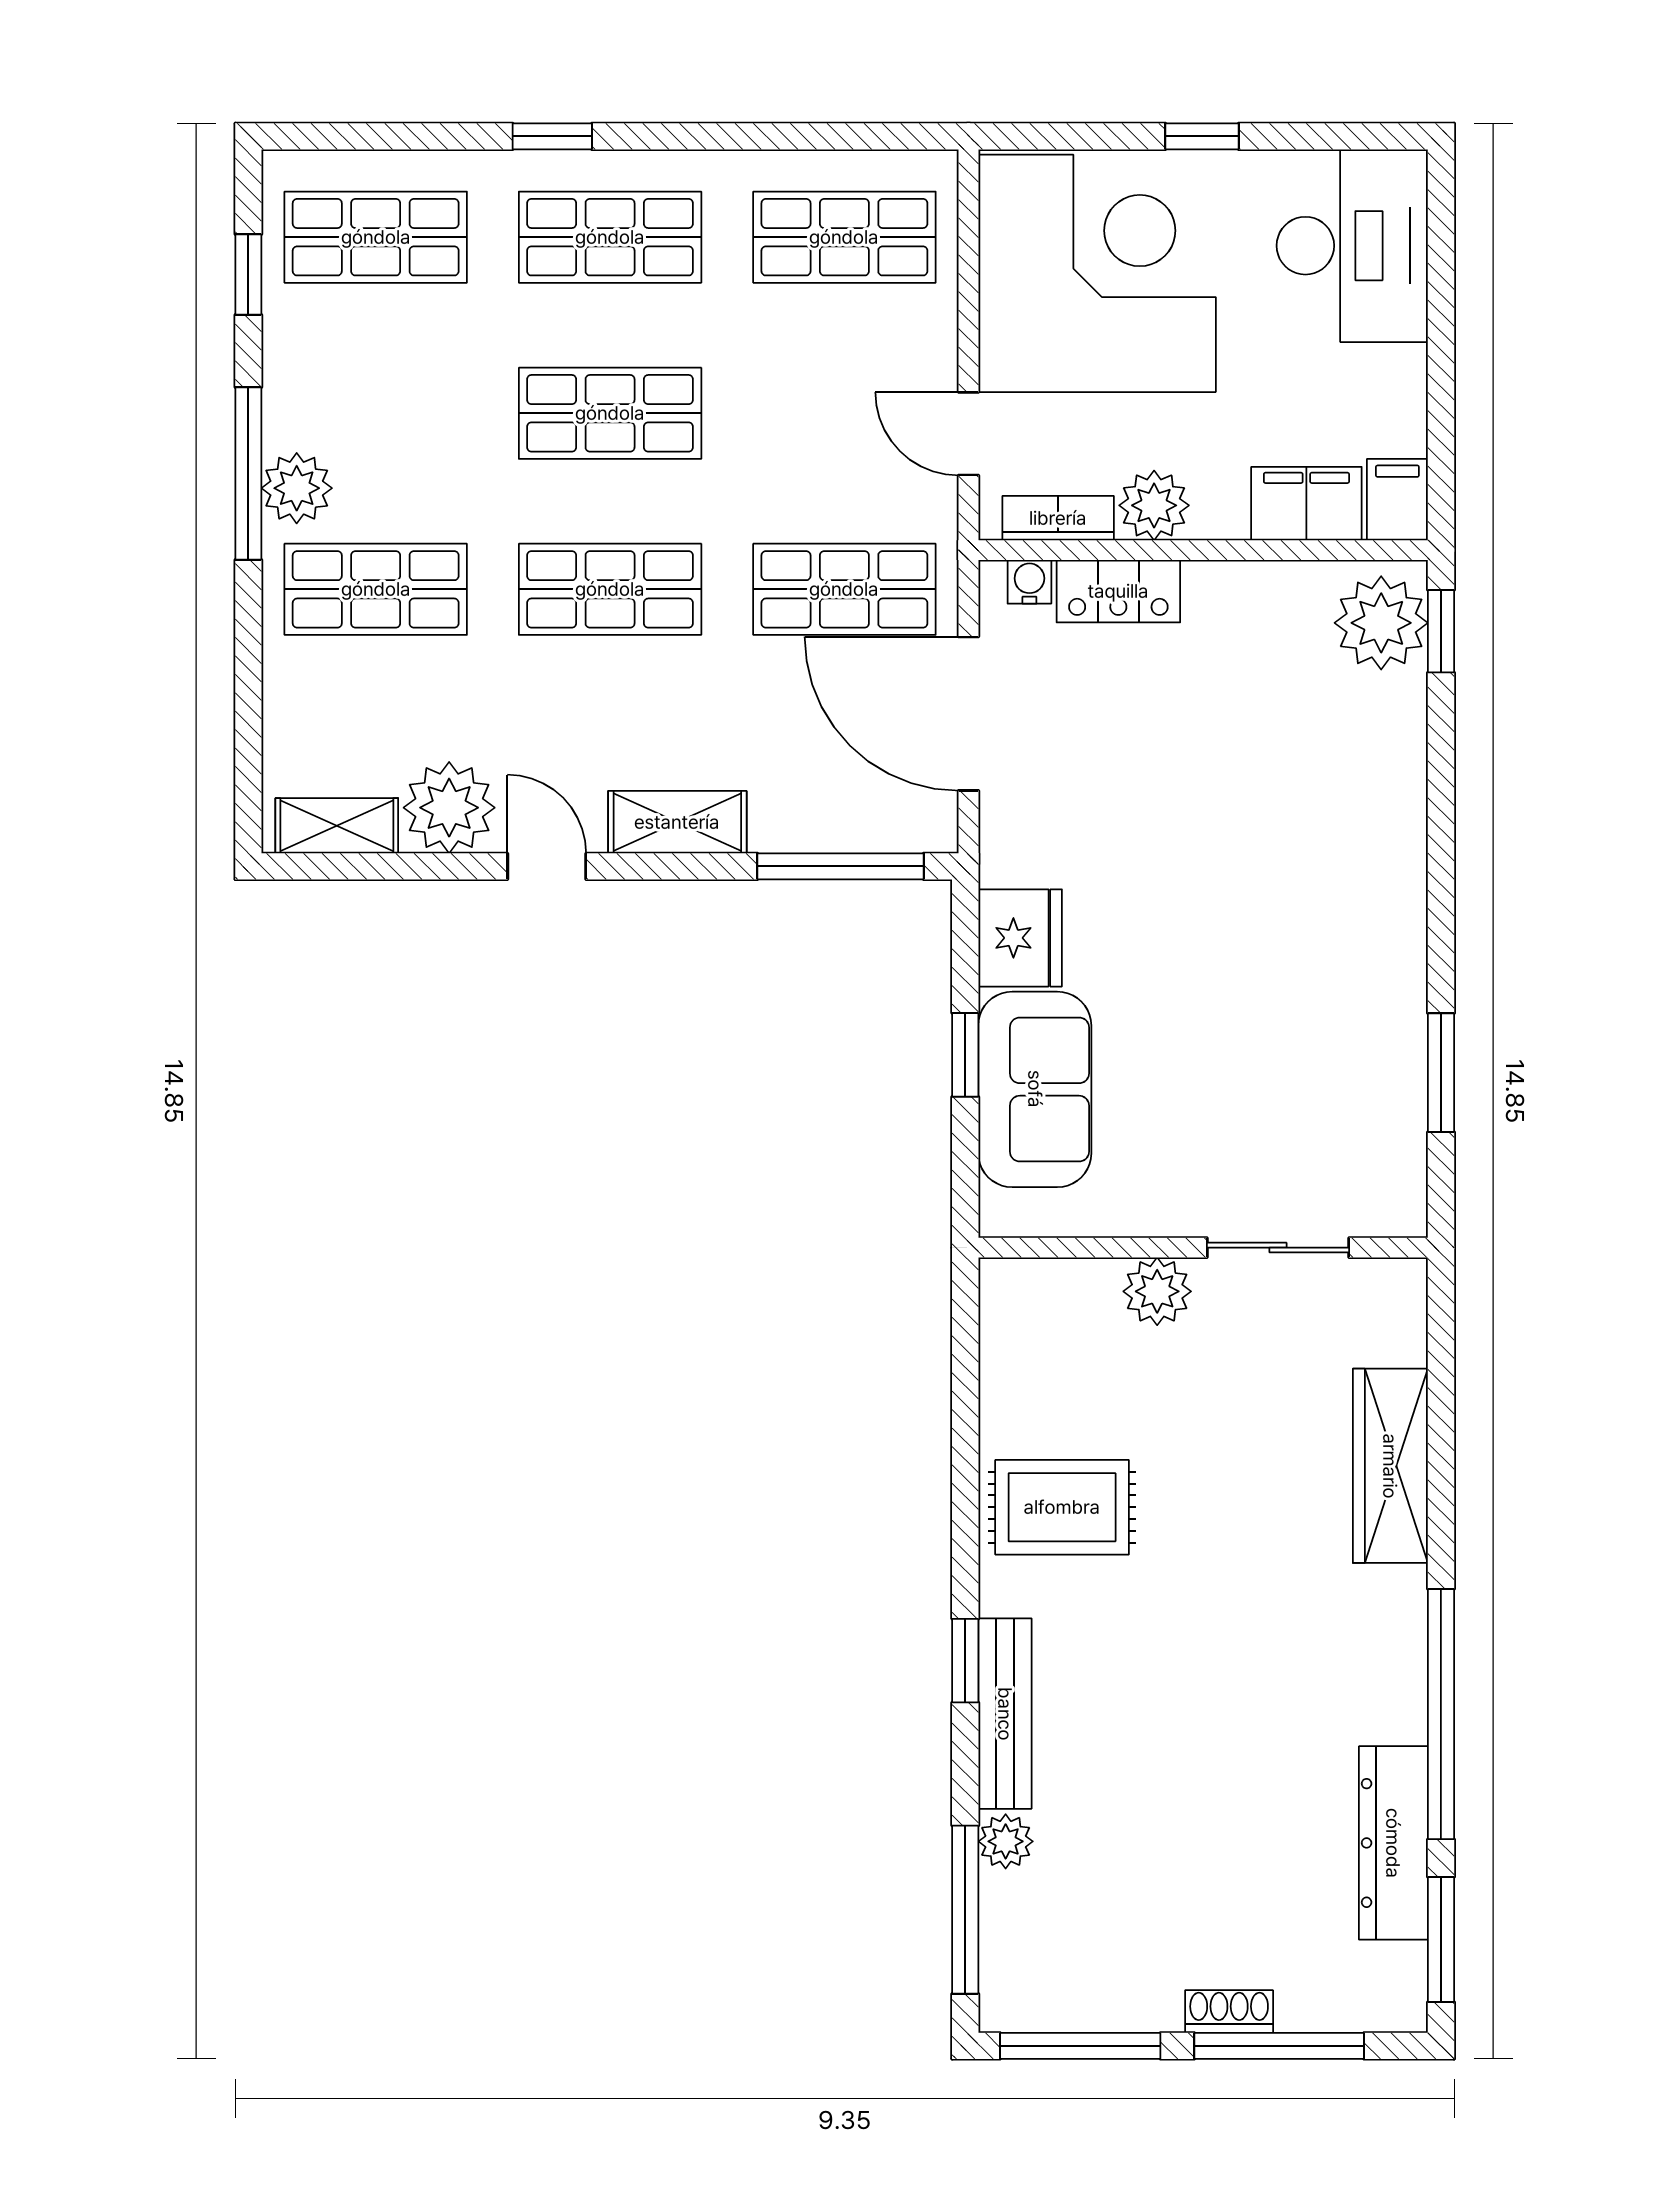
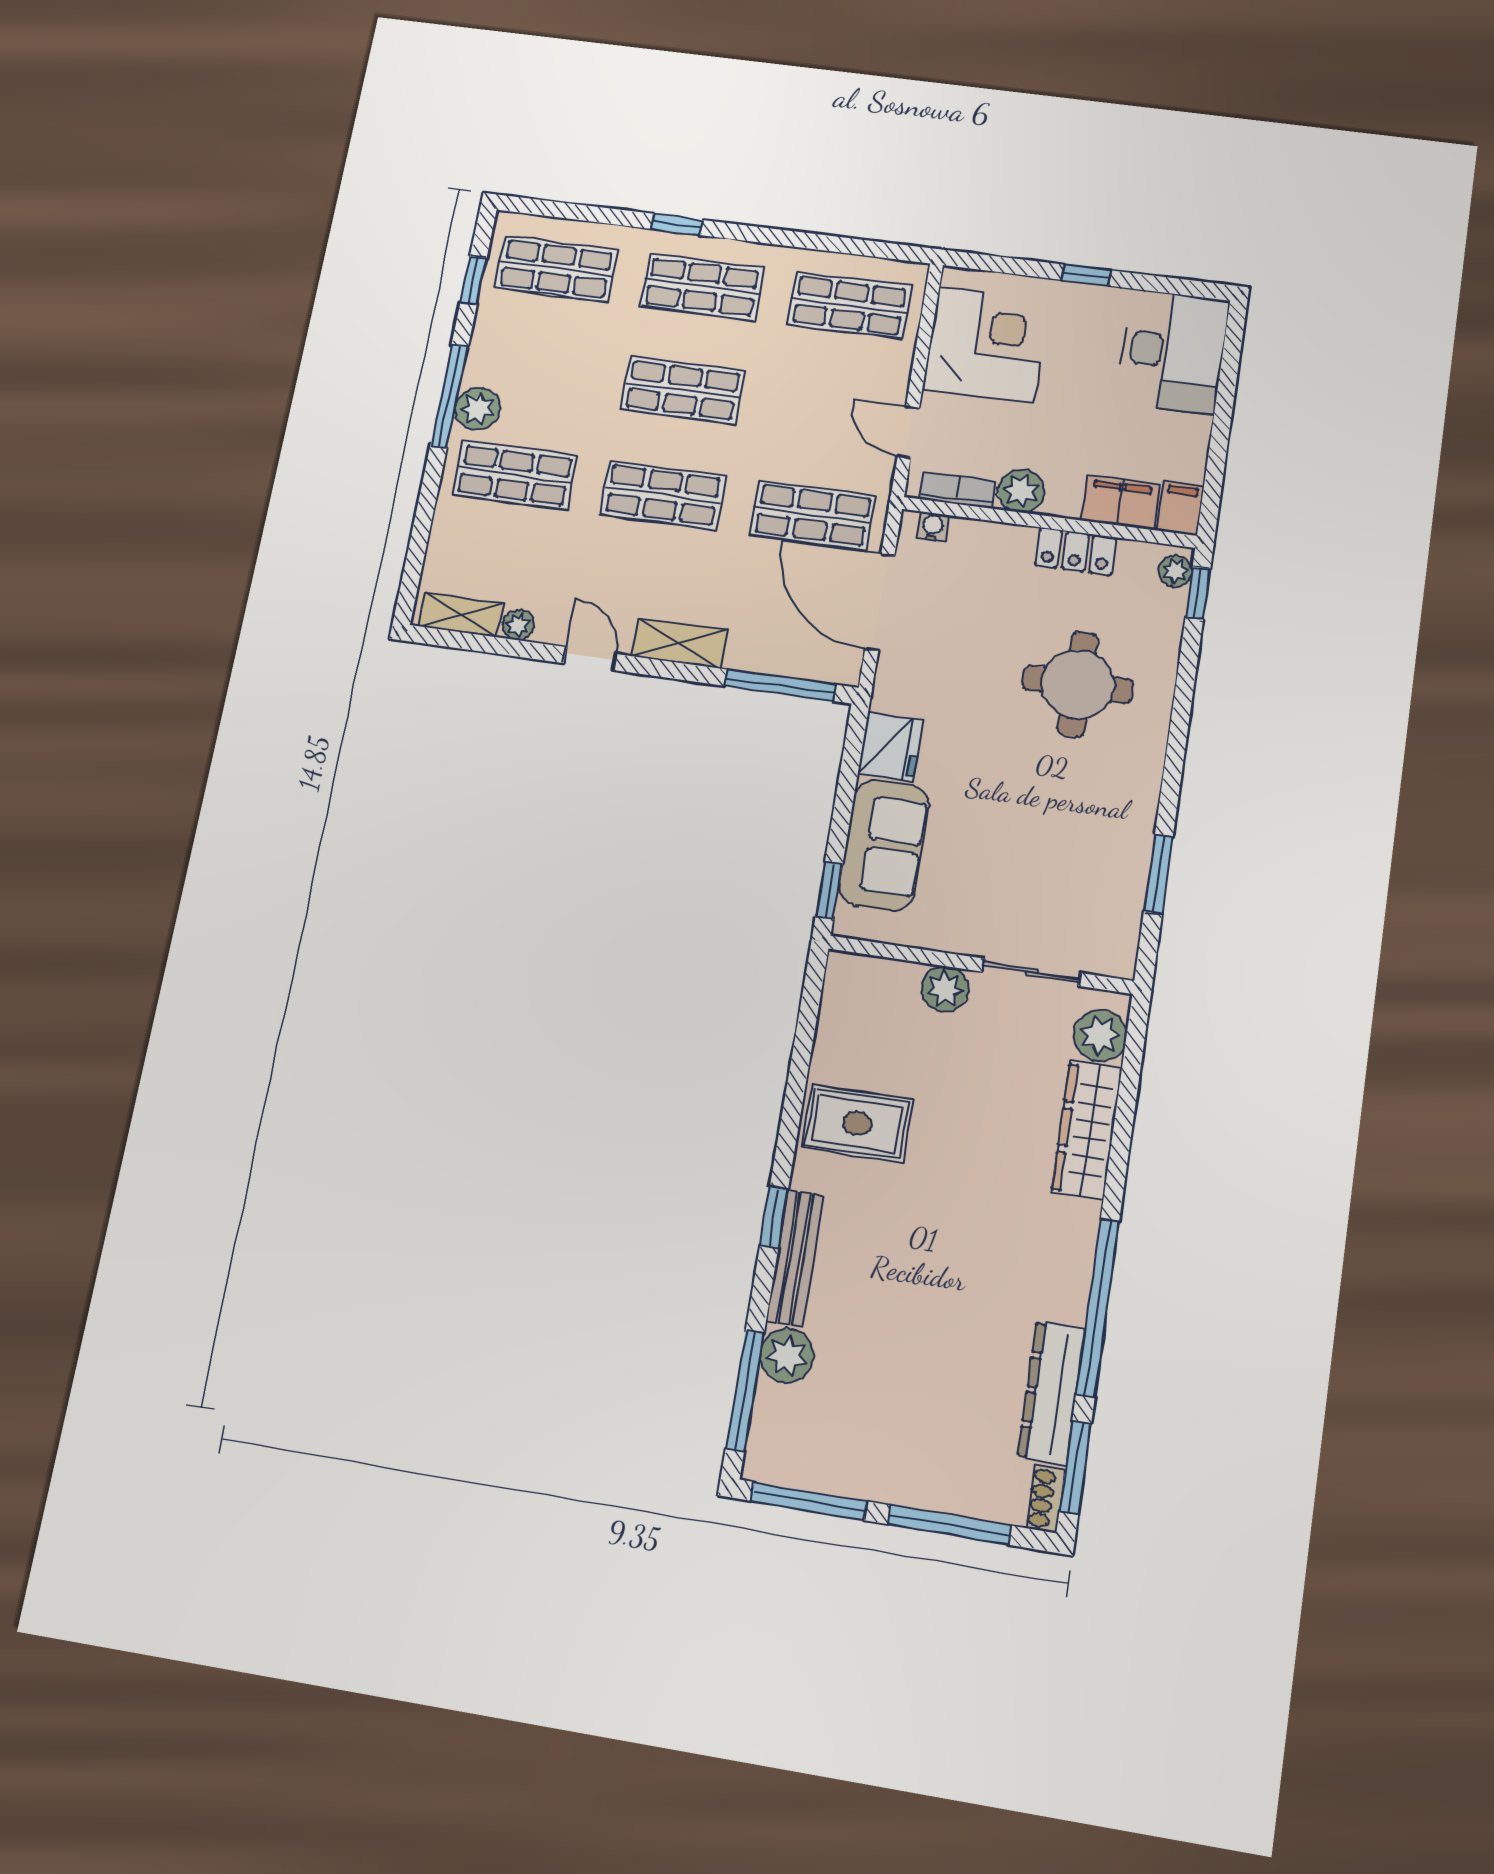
corner desk: (1097, 273) -> (986, 345), width x0.74, depth x0.74
locker: (1118, 591) -> (1076, 551), moved
plant: (1381, 623) -> (1175, 571), width x0.53, depth x0.53
round table: (1283, 800) -> (1078, 684), added
plant: (449, 808) -> (518, 625), width x0.53, depth x0.53
window: (965, 1055) -> (829, 890), moved
plant: (1390, 1326) -> (1100, 1036), added
plant: (1006, 1841) -> (787, 1356), width x1.38, depth x1.38
shoe rack: (1229, 2012) -> (1046, 1499), moved, turned -90

